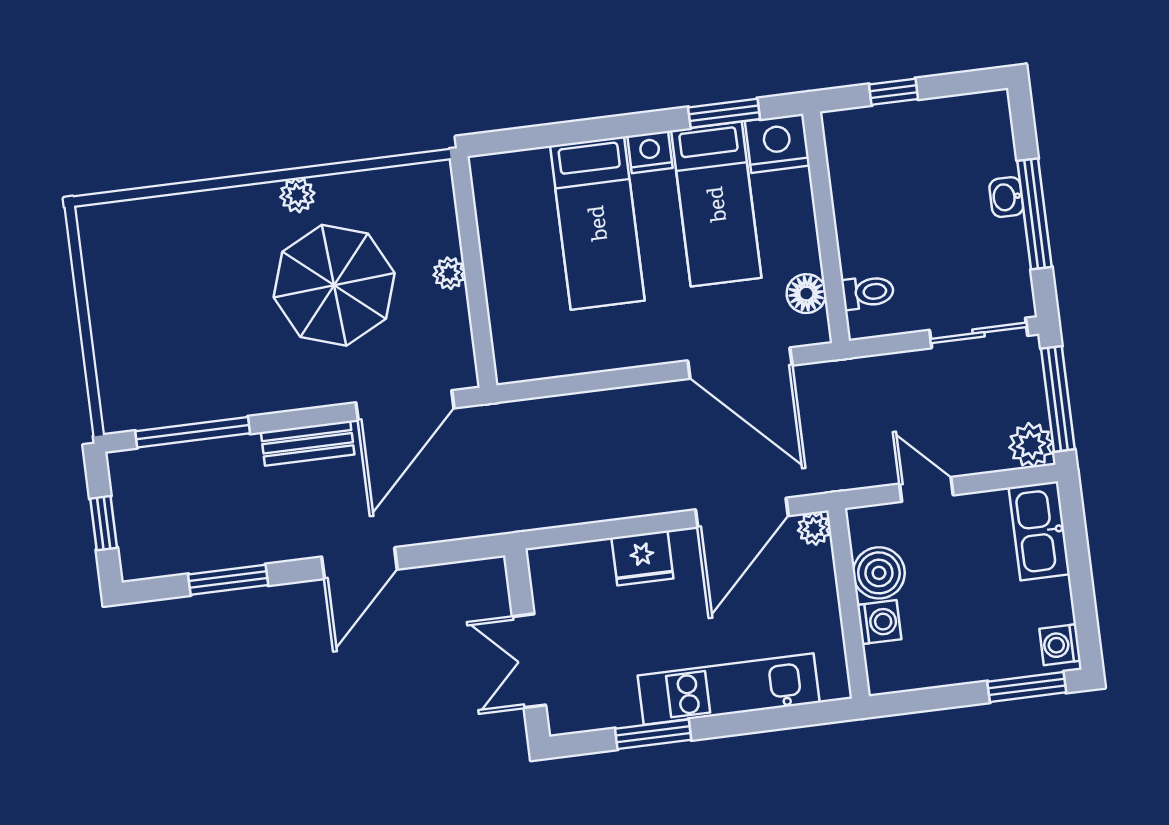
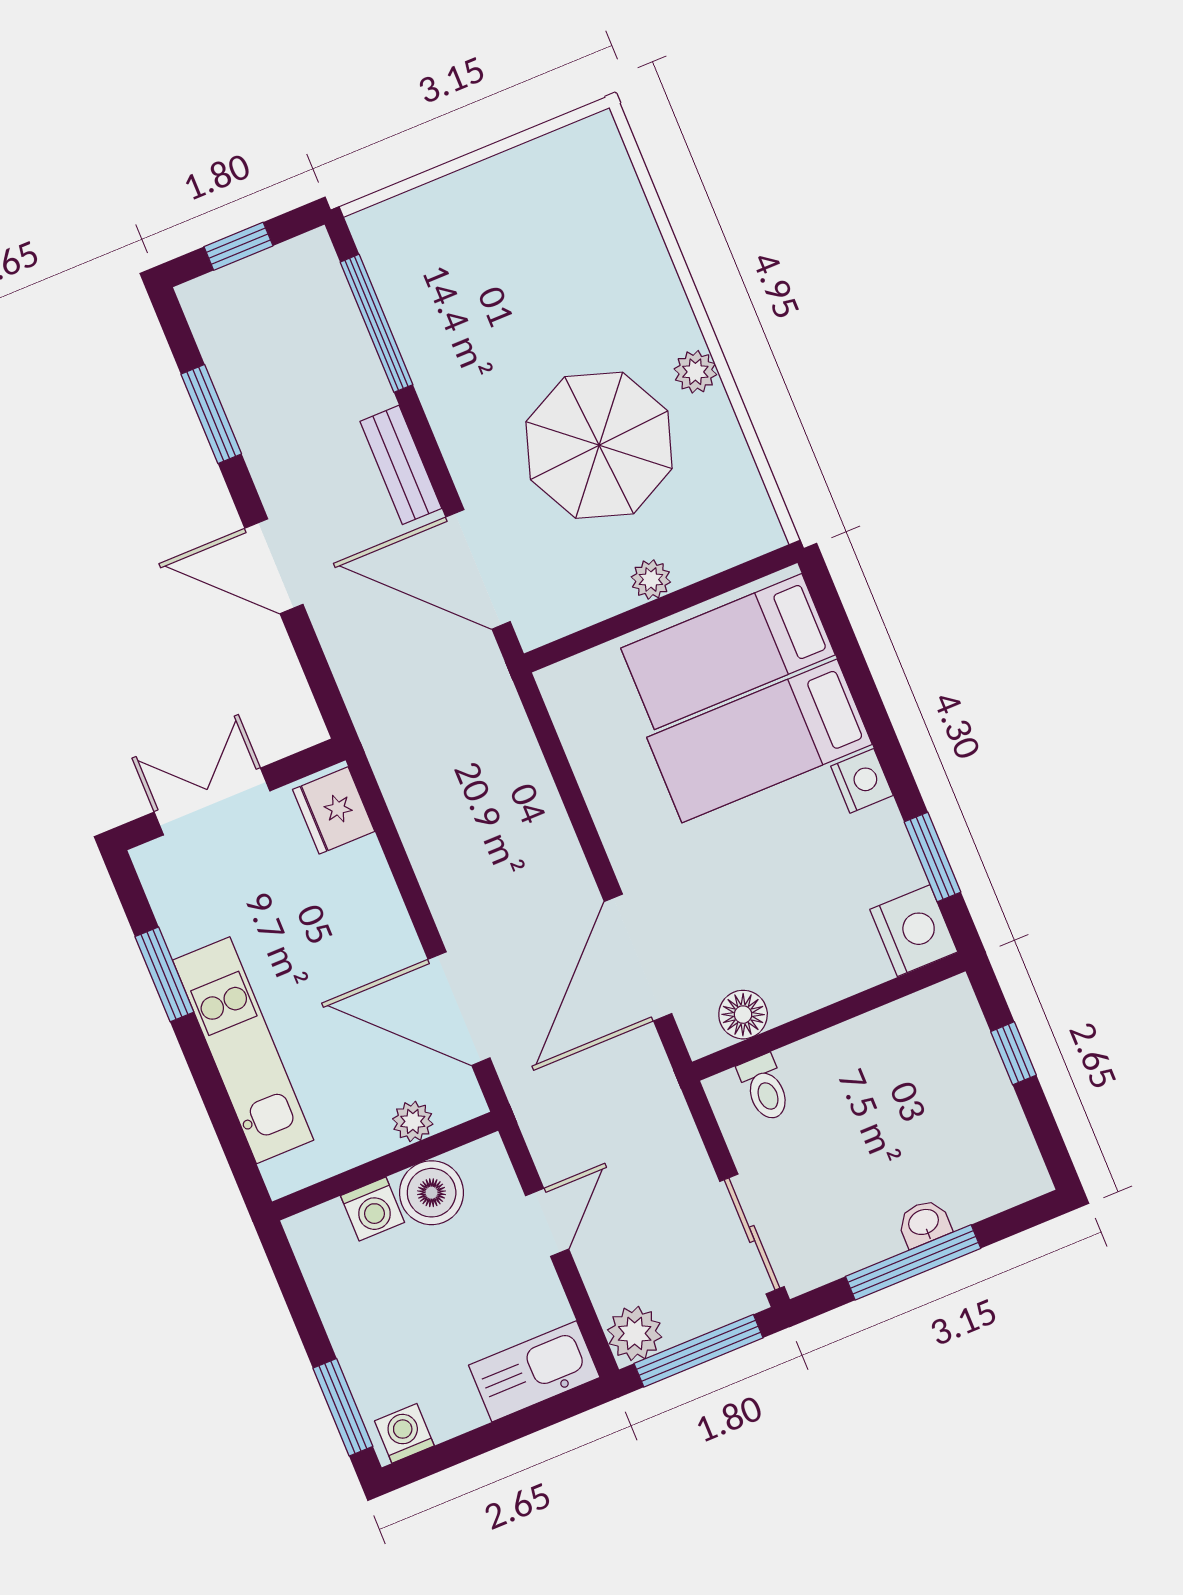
bed: (716, 204) -> (728, 652), moved
plant: (814, 529) -> (413, 1121), moved
fridge: (642, 558) -> (334, 810), moved

